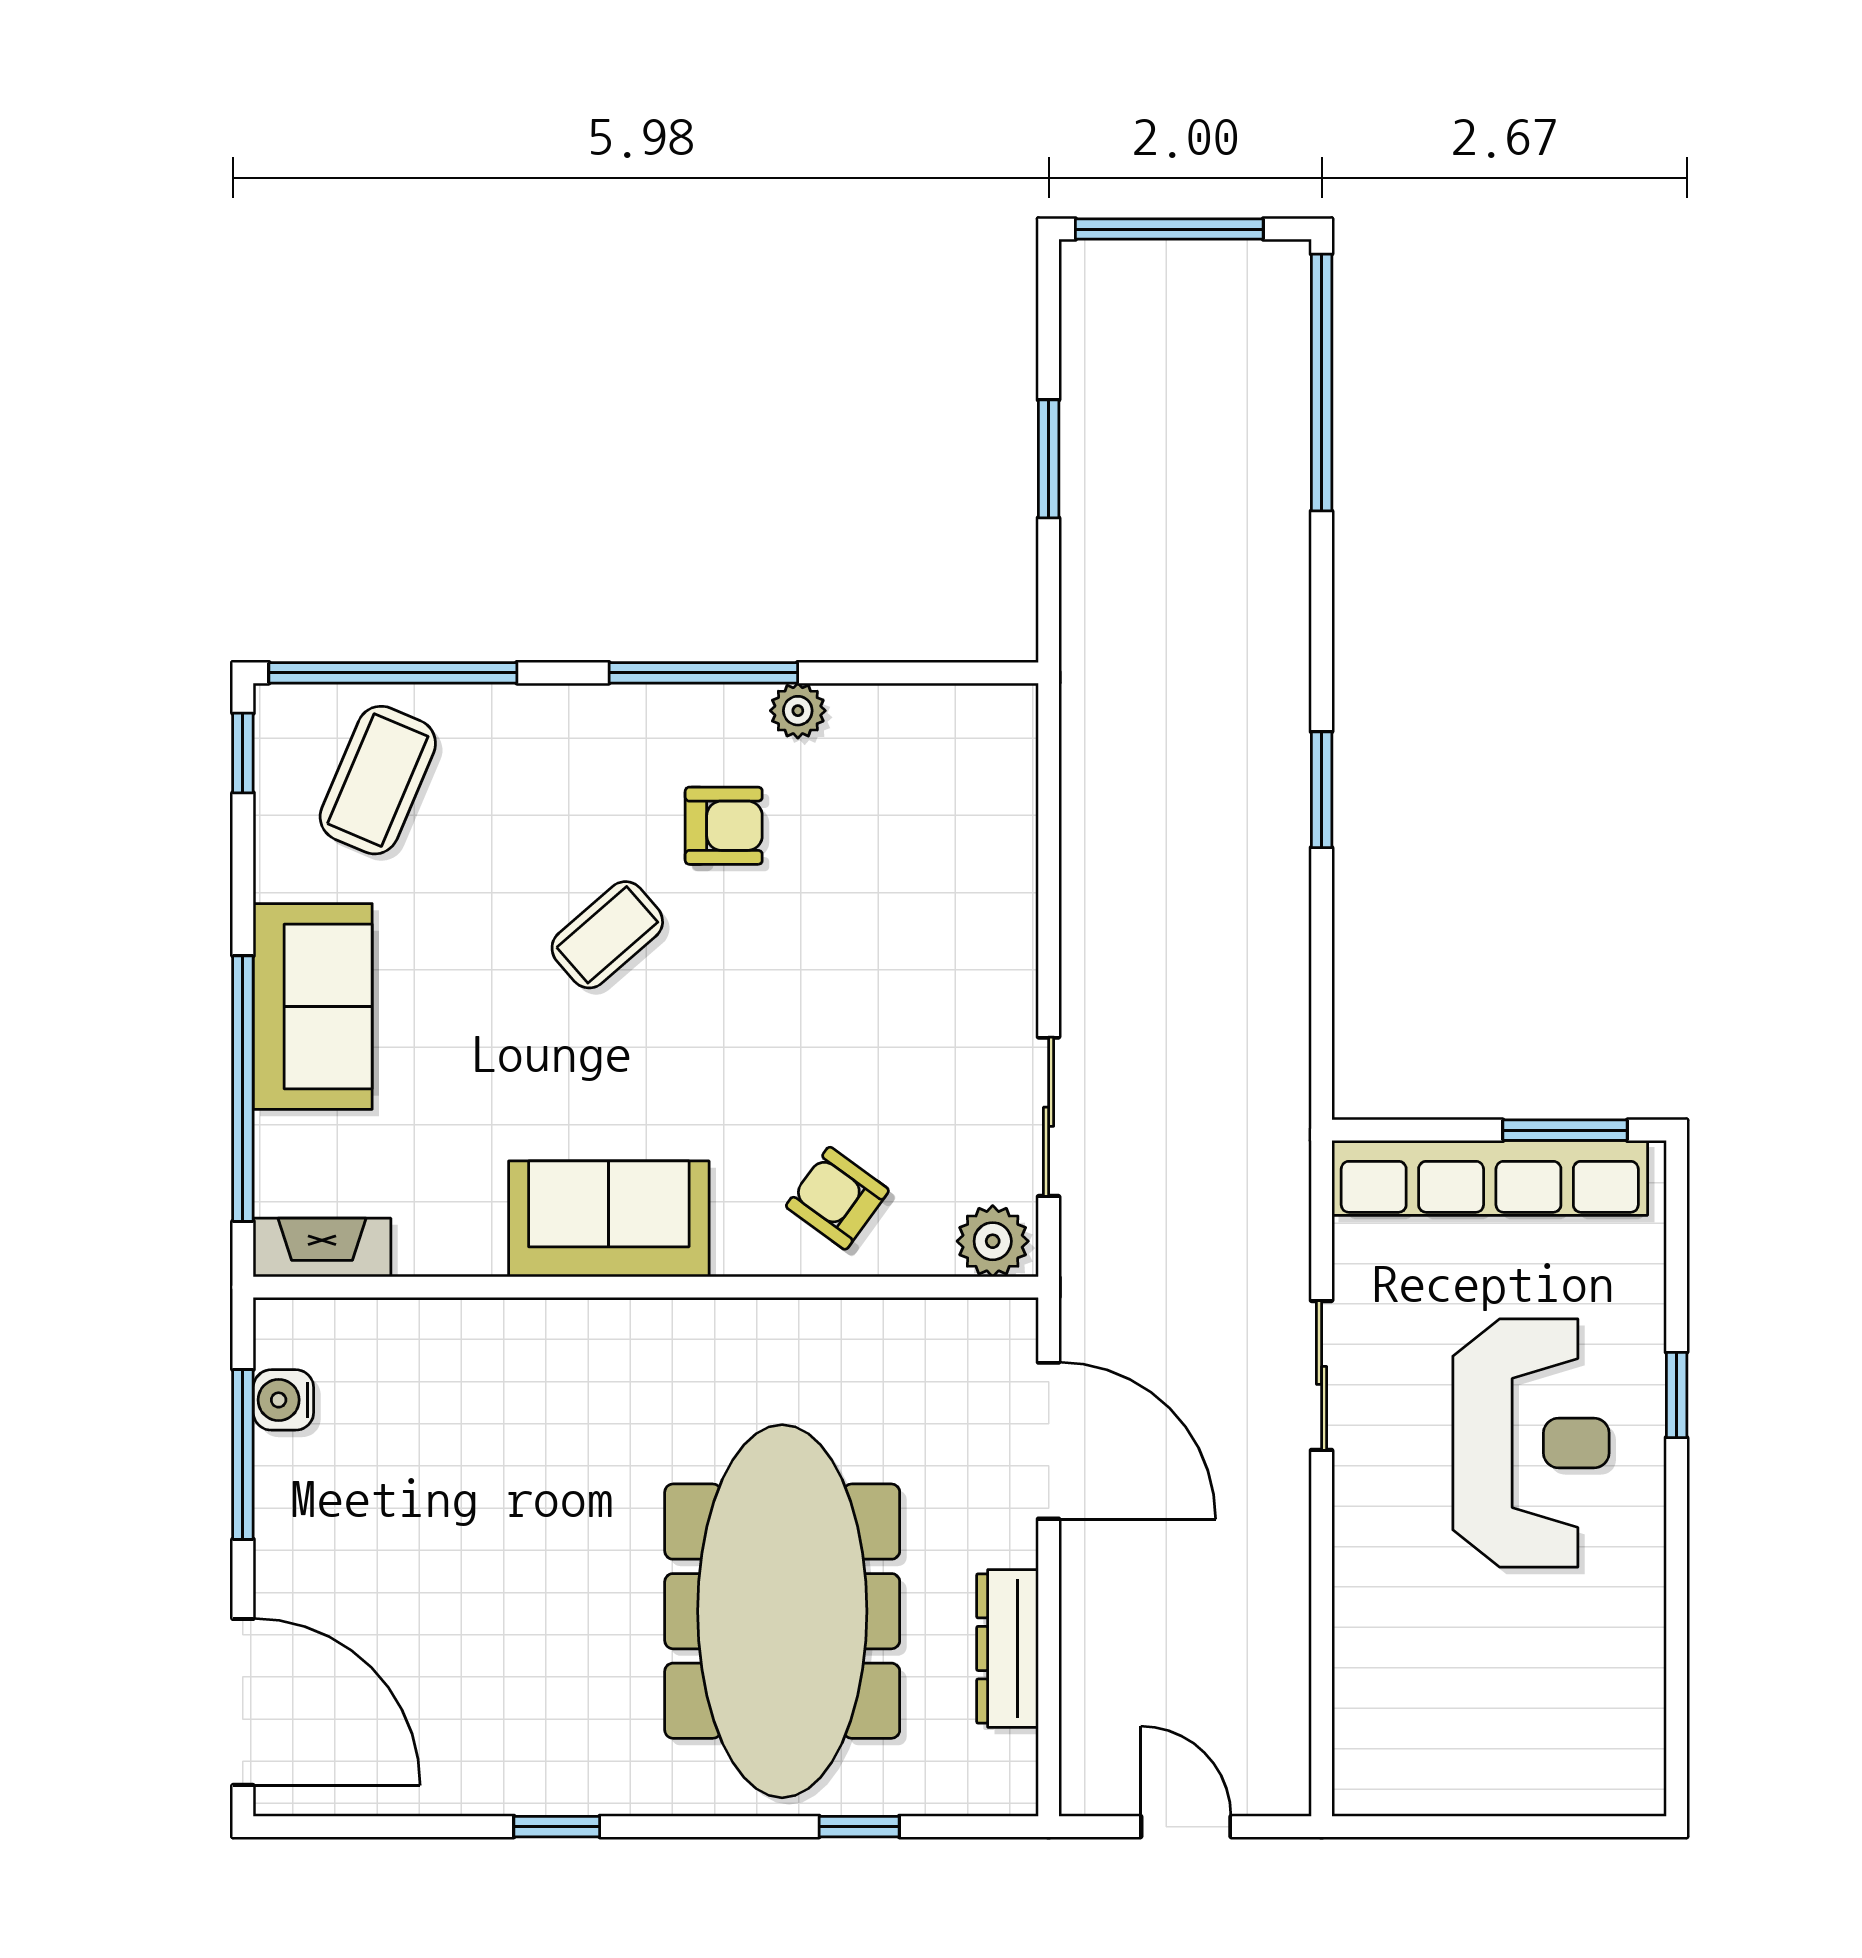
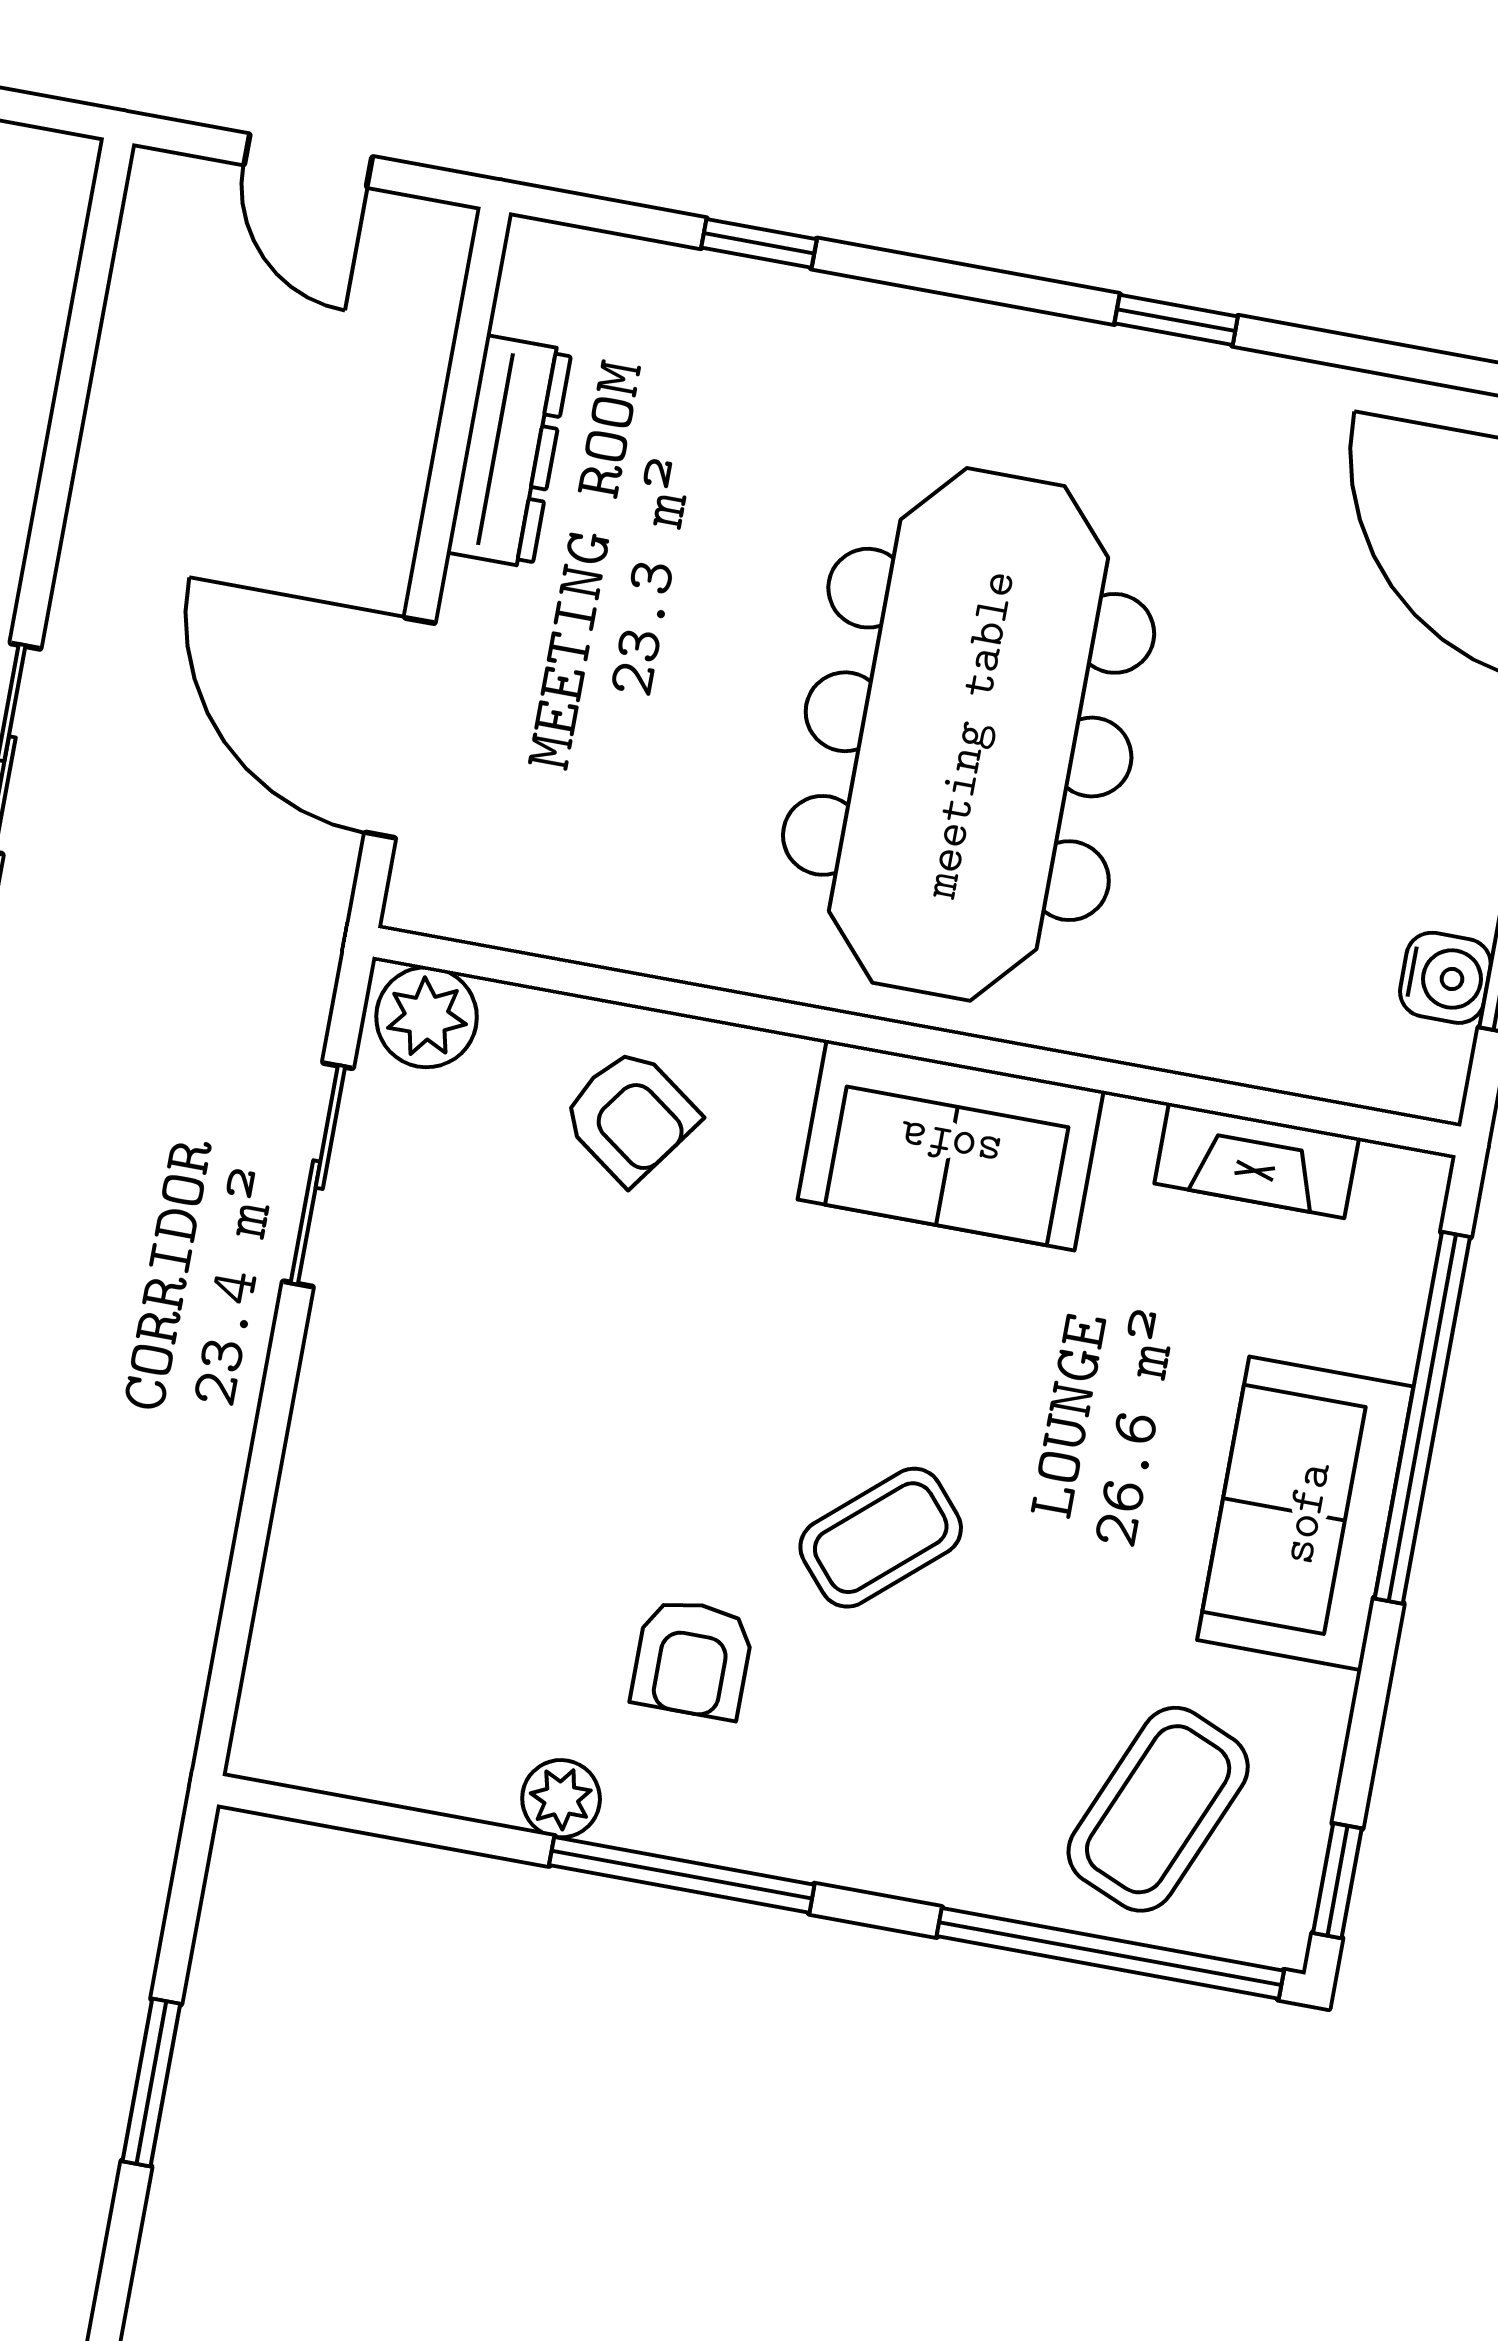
armchair: (724, 826) -> (692, 1659), turned -90
fireplace: (322, 1248) -> (1257, 1161), moved
meeting table: (782, 1611) -> (969, 734), moved

